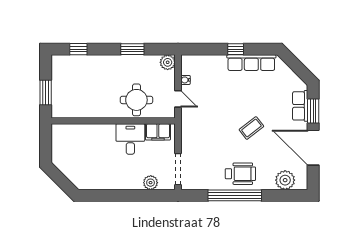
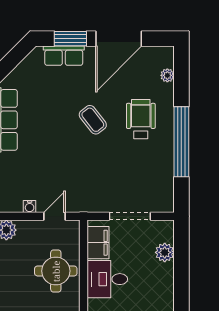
doorway: (178, 169) -> (130, 216), moved
wheelchair: (240, 174) -> (141, 119), moved
plant: (285, 180) -> (167, 75), width x0.53, depth x0.53

